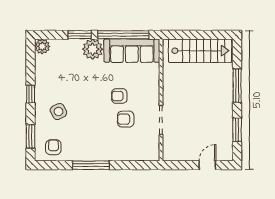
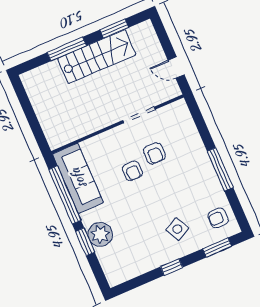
plant: (42, 46) -> (115, 277), removed
plant: (93, 49) -> (100, 234), moved
stairs: (200, 51) -> (97, 56), moved, turned 90
door: (207, 165) -> (176, 68), moved

